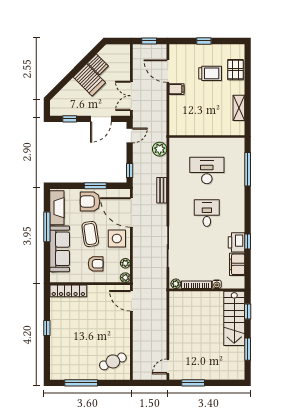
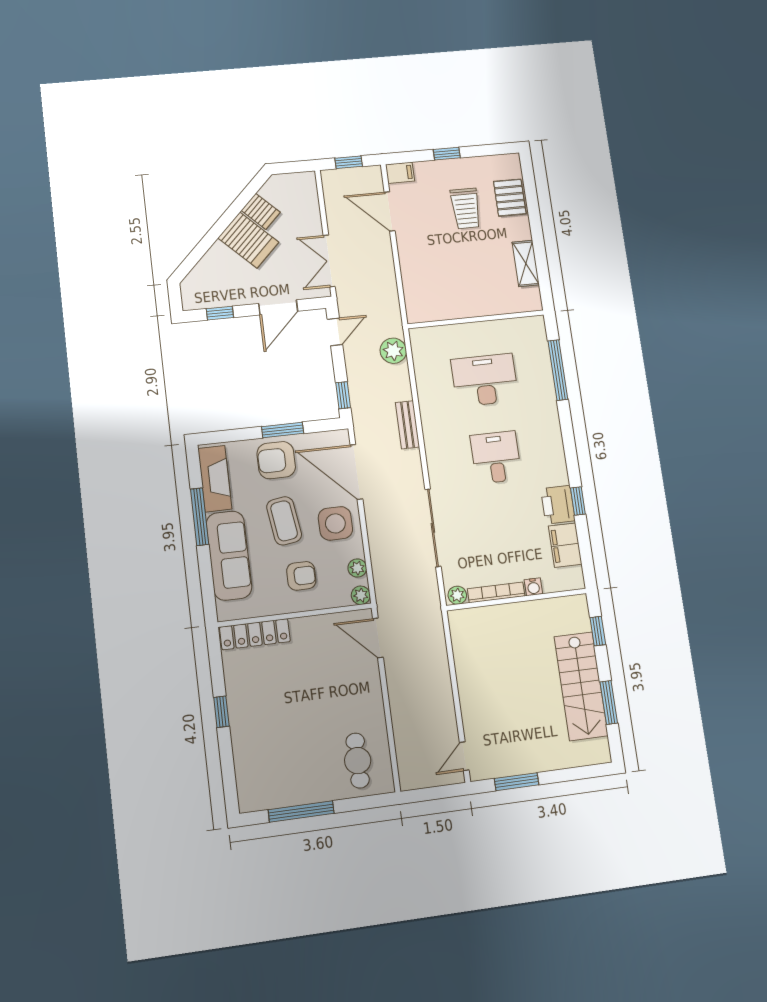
trolley: (210, 73) -> (466, 208), turned 90
filing cabinet: (177, 89) -> (400, 173), moved
stairs: (234, 318) -> (581, 686), moved
cafe table: (113, 361) -> (358, 761), turned -66

